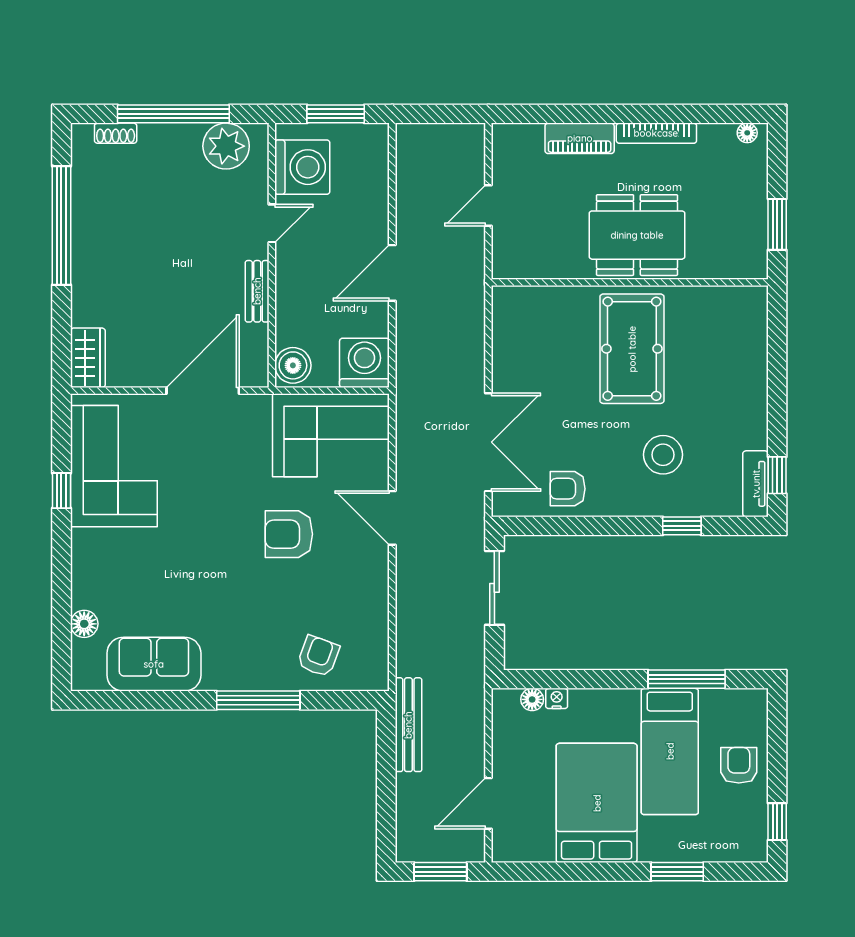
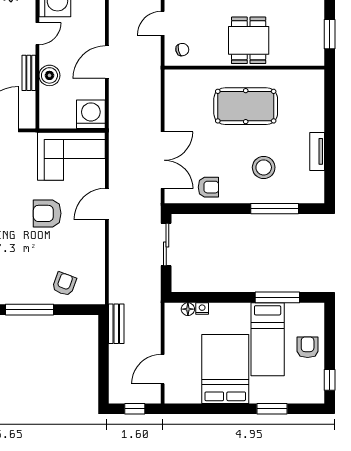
dining table: (637, 235) -> (249, 40), width x0.73
chair: (522, 251) -> (182, 50), added
pool table: (632, 349) -> (246, 106), turned 90
boiler: (293, 365) -> (49, 75), moved
window: (777, 475) -> (330, 179), removed
tv unit: (756, 484) -> (317, 151), moved
armchair: (568, 489) -> (208, 187), turned 180
door: (392, 518) -> (107, 204), hinge flipped
window: (682, 526) -> (275, 209), width x2.17
bench: (408, 725) -> (116, 324), width x0.73
window: (440, 872) -> (135, 409), width x0.67

